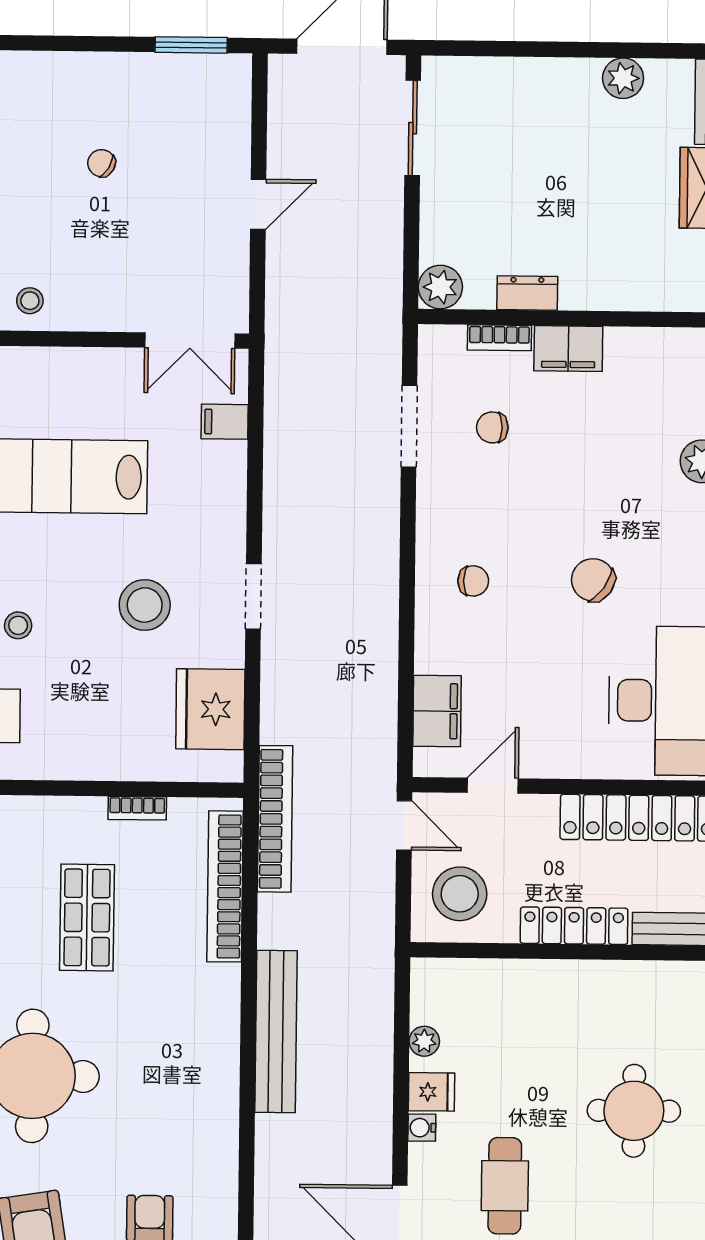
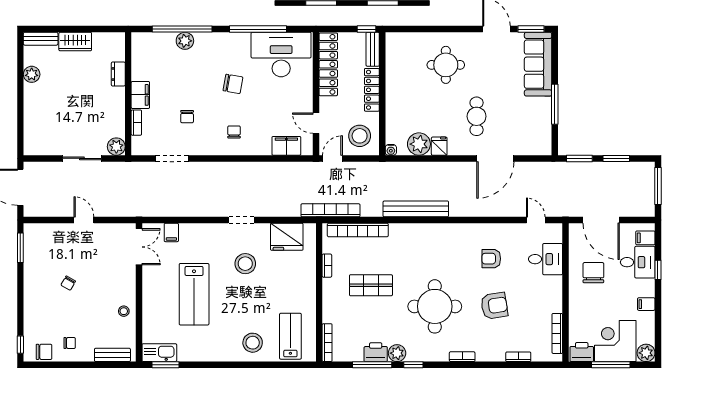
sliding door: (413, 128) -> (82, 158), moved
dresser: (527, 293) -> (118, 74), moved
chair: (492, 427) -> (187, 117), moved
chair: (593, 580) -> (233, 84), turned -115
stool: (18, 625) -> (254, 314), removed
plant: (424, 1041) -> (419, 144), width x1.88, depth x1.88
water cooler: (422, 1128) -> (391, 150), moved
cafe table: (505, 1186) -> (477, 116), turned 90

